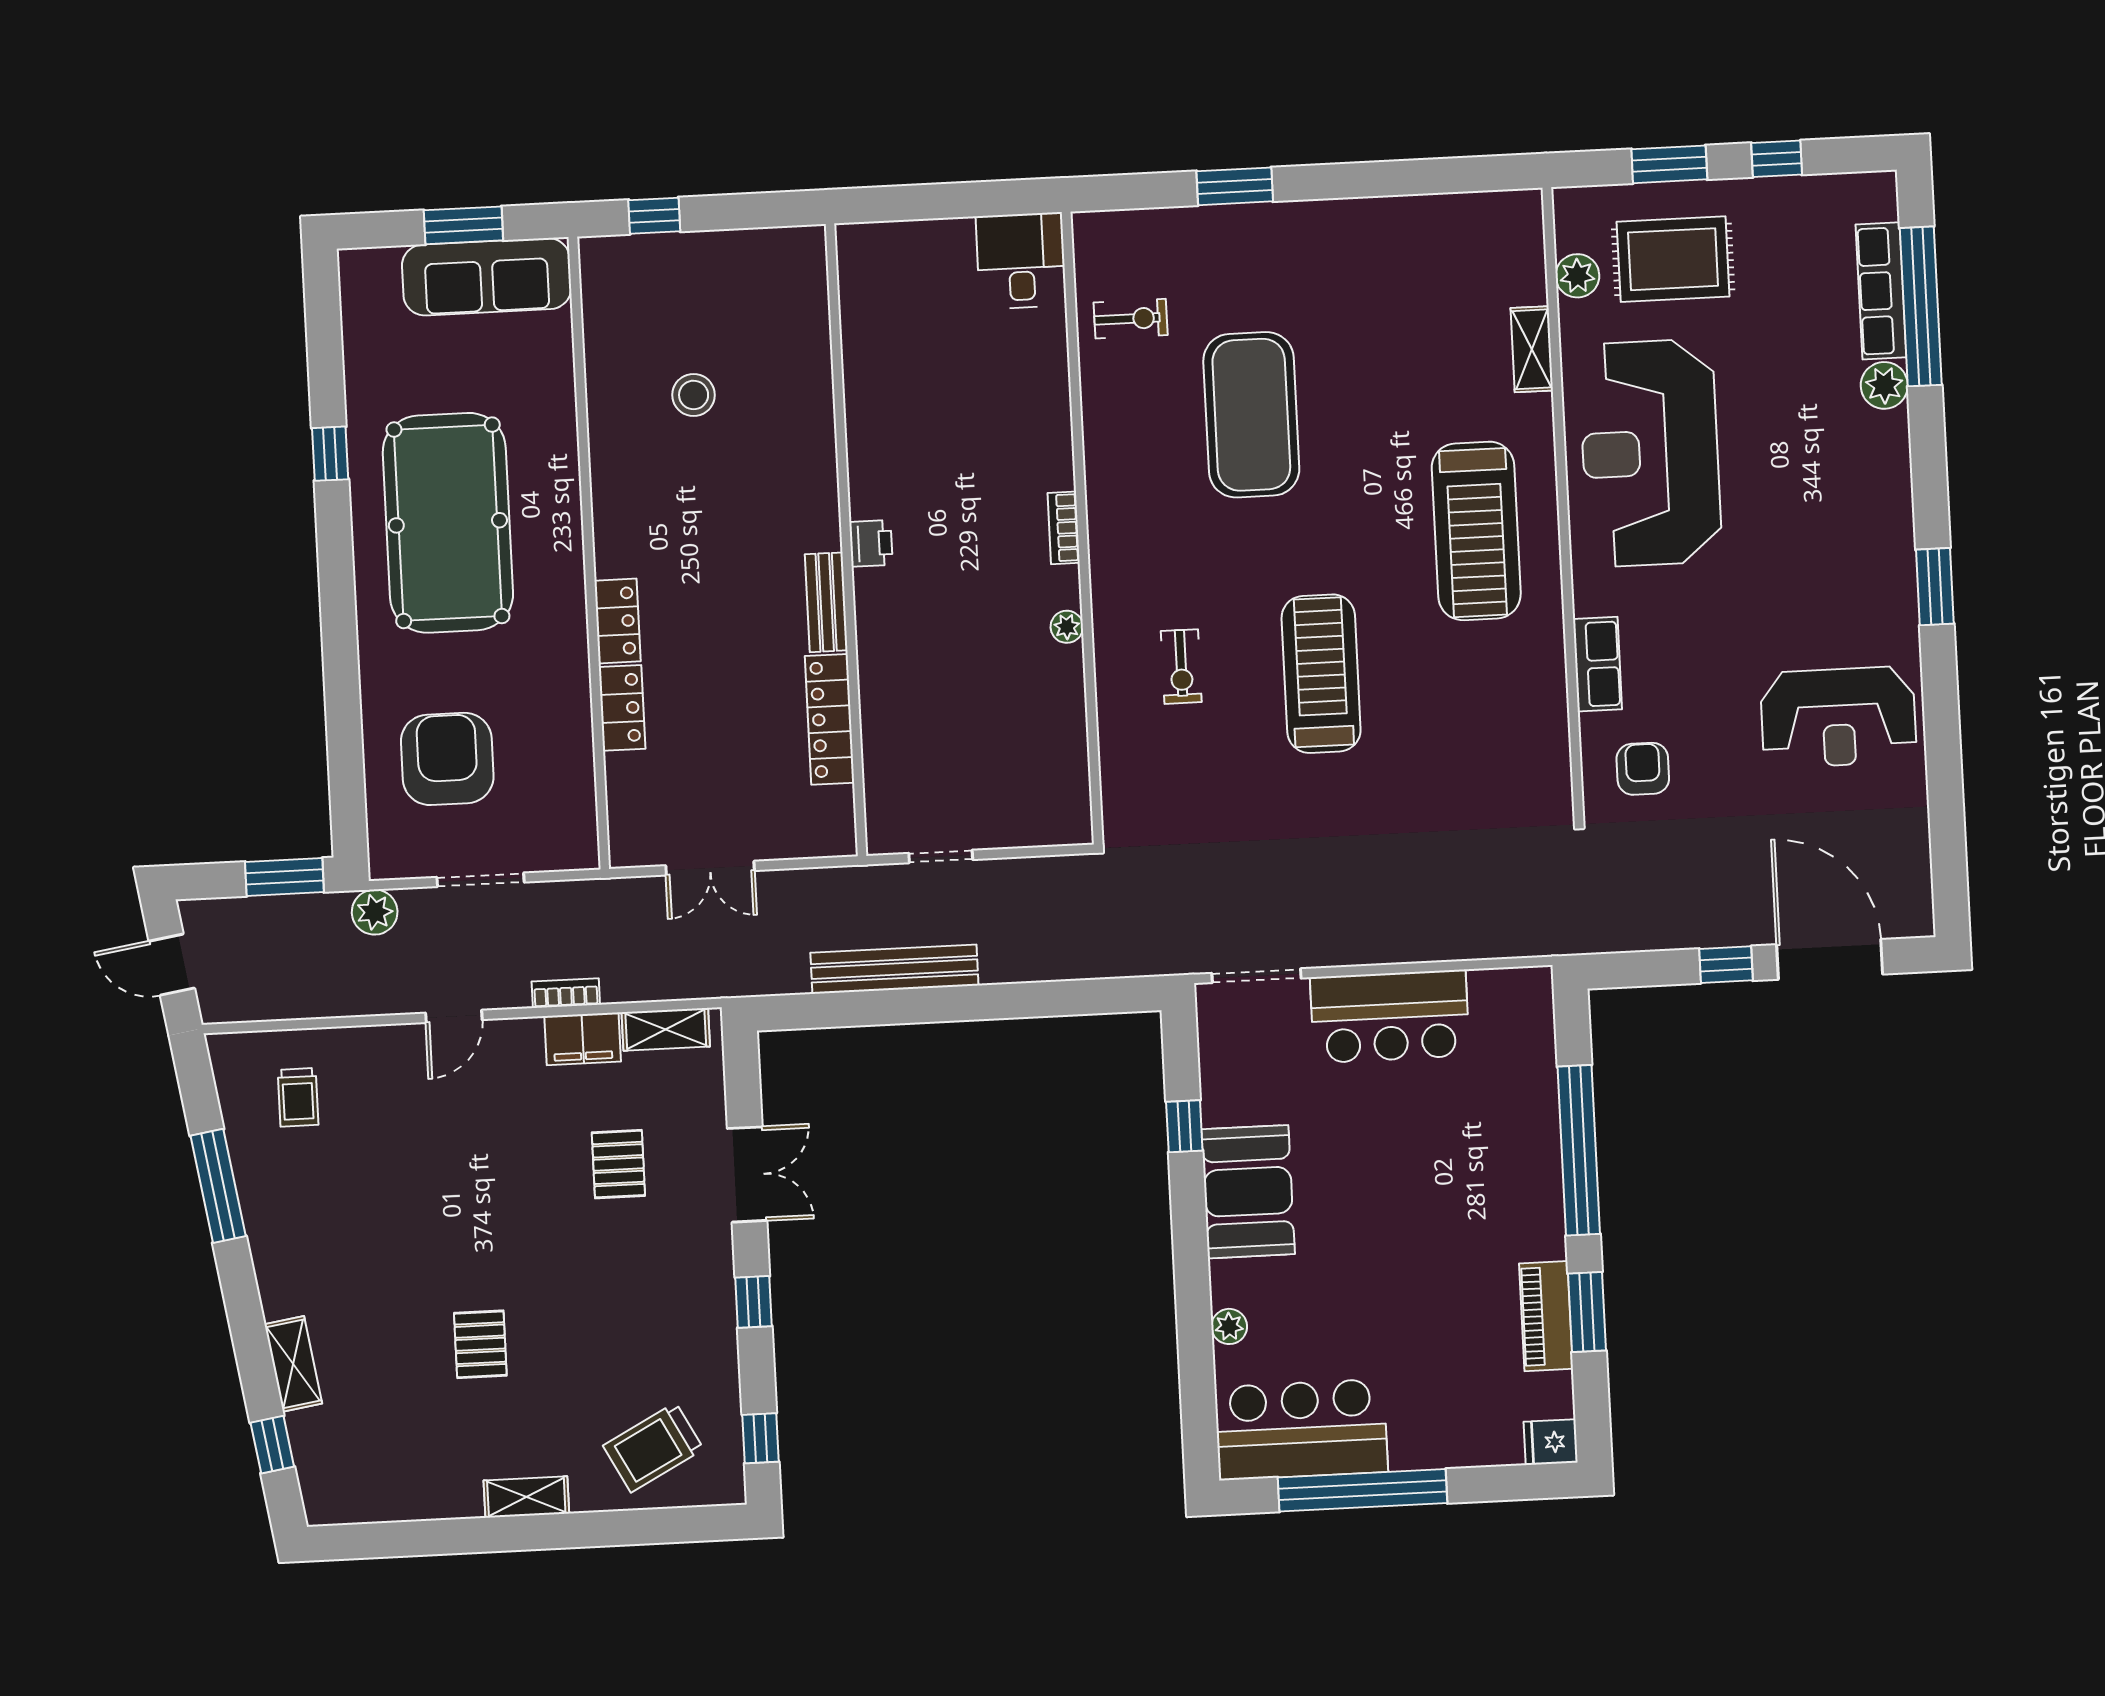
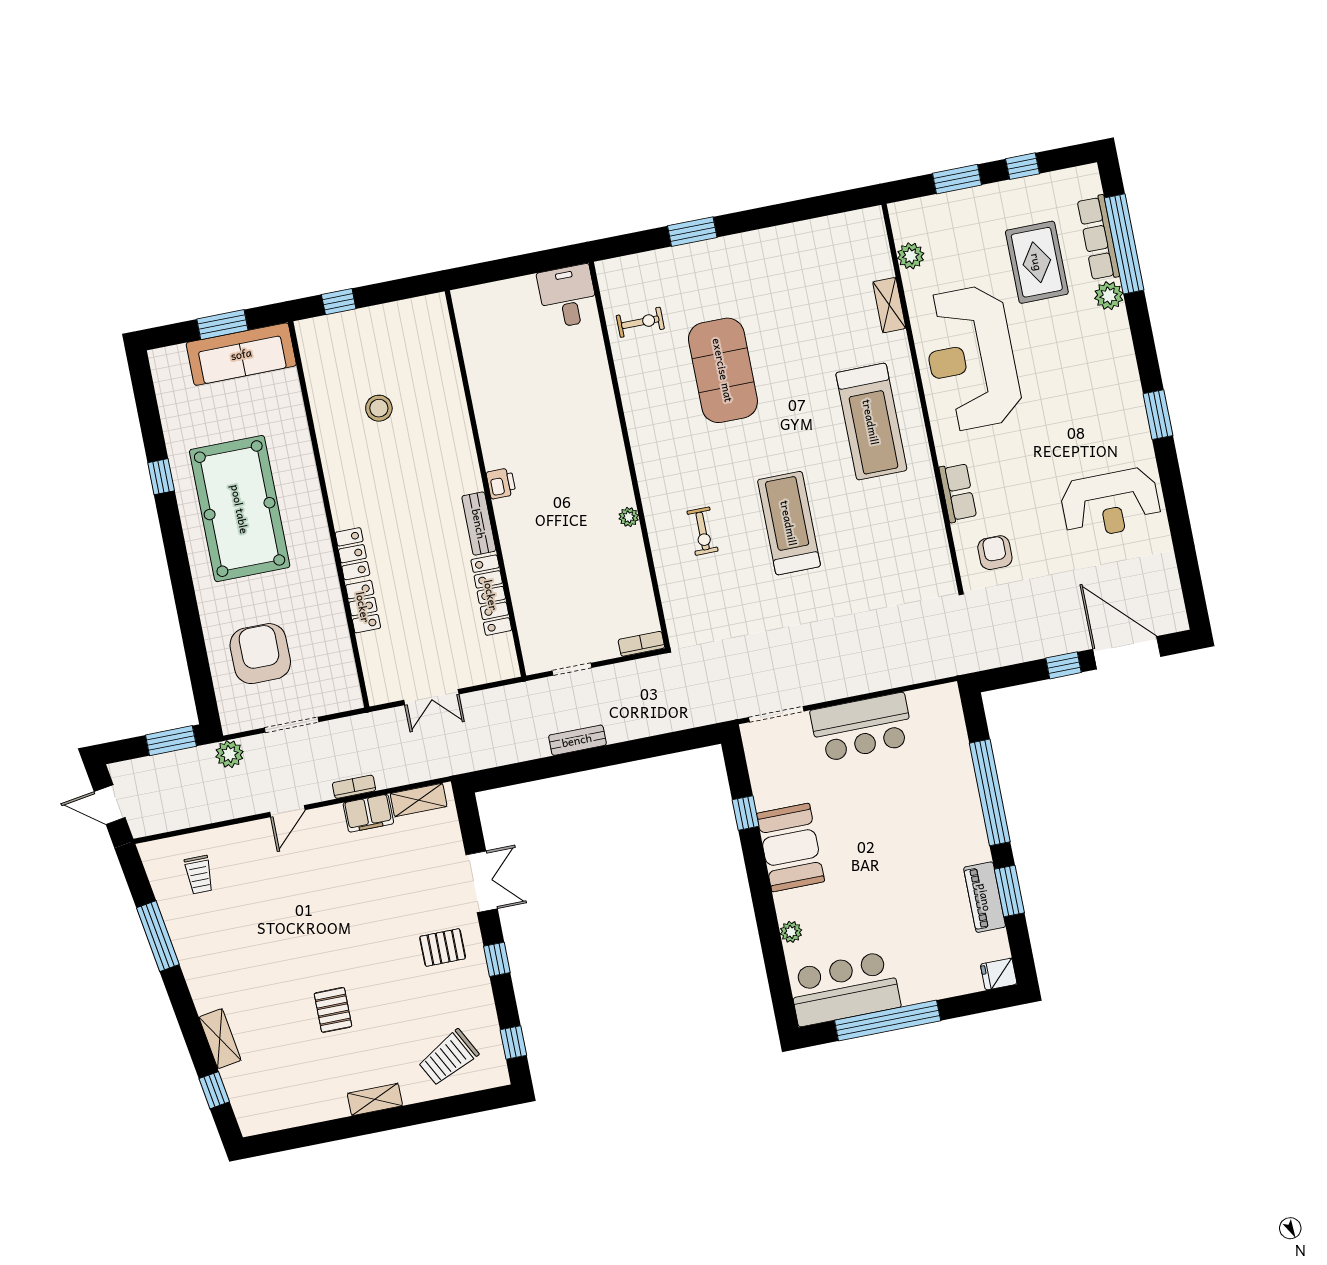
rug: (1673, 259) -> (1037, 262), moved, turned 90
bookcase: (1064, 528) -> (641, 644), moved, turned 90
bench: (894, 969) -> (577, 740), width x0.54, depth x0.82
pallet: (618, 1164) -> (443, 948), moved, turned 90

